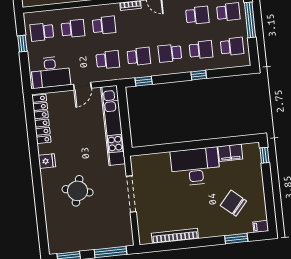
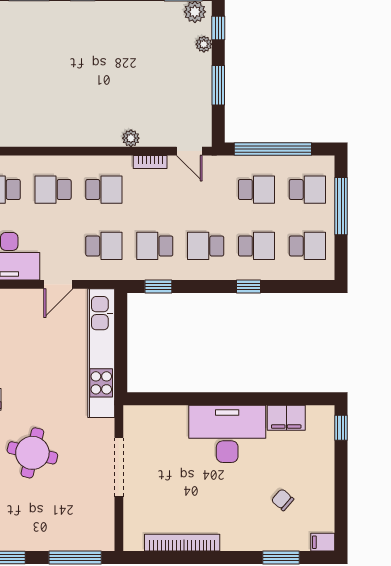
school desk: (73, 29) -> (53, 190), turned 180
school desk: (139, 56) -> (155, 246), turned 180
chair: (233, 203) -> (283, 500), width x0.54, depth x0.54

